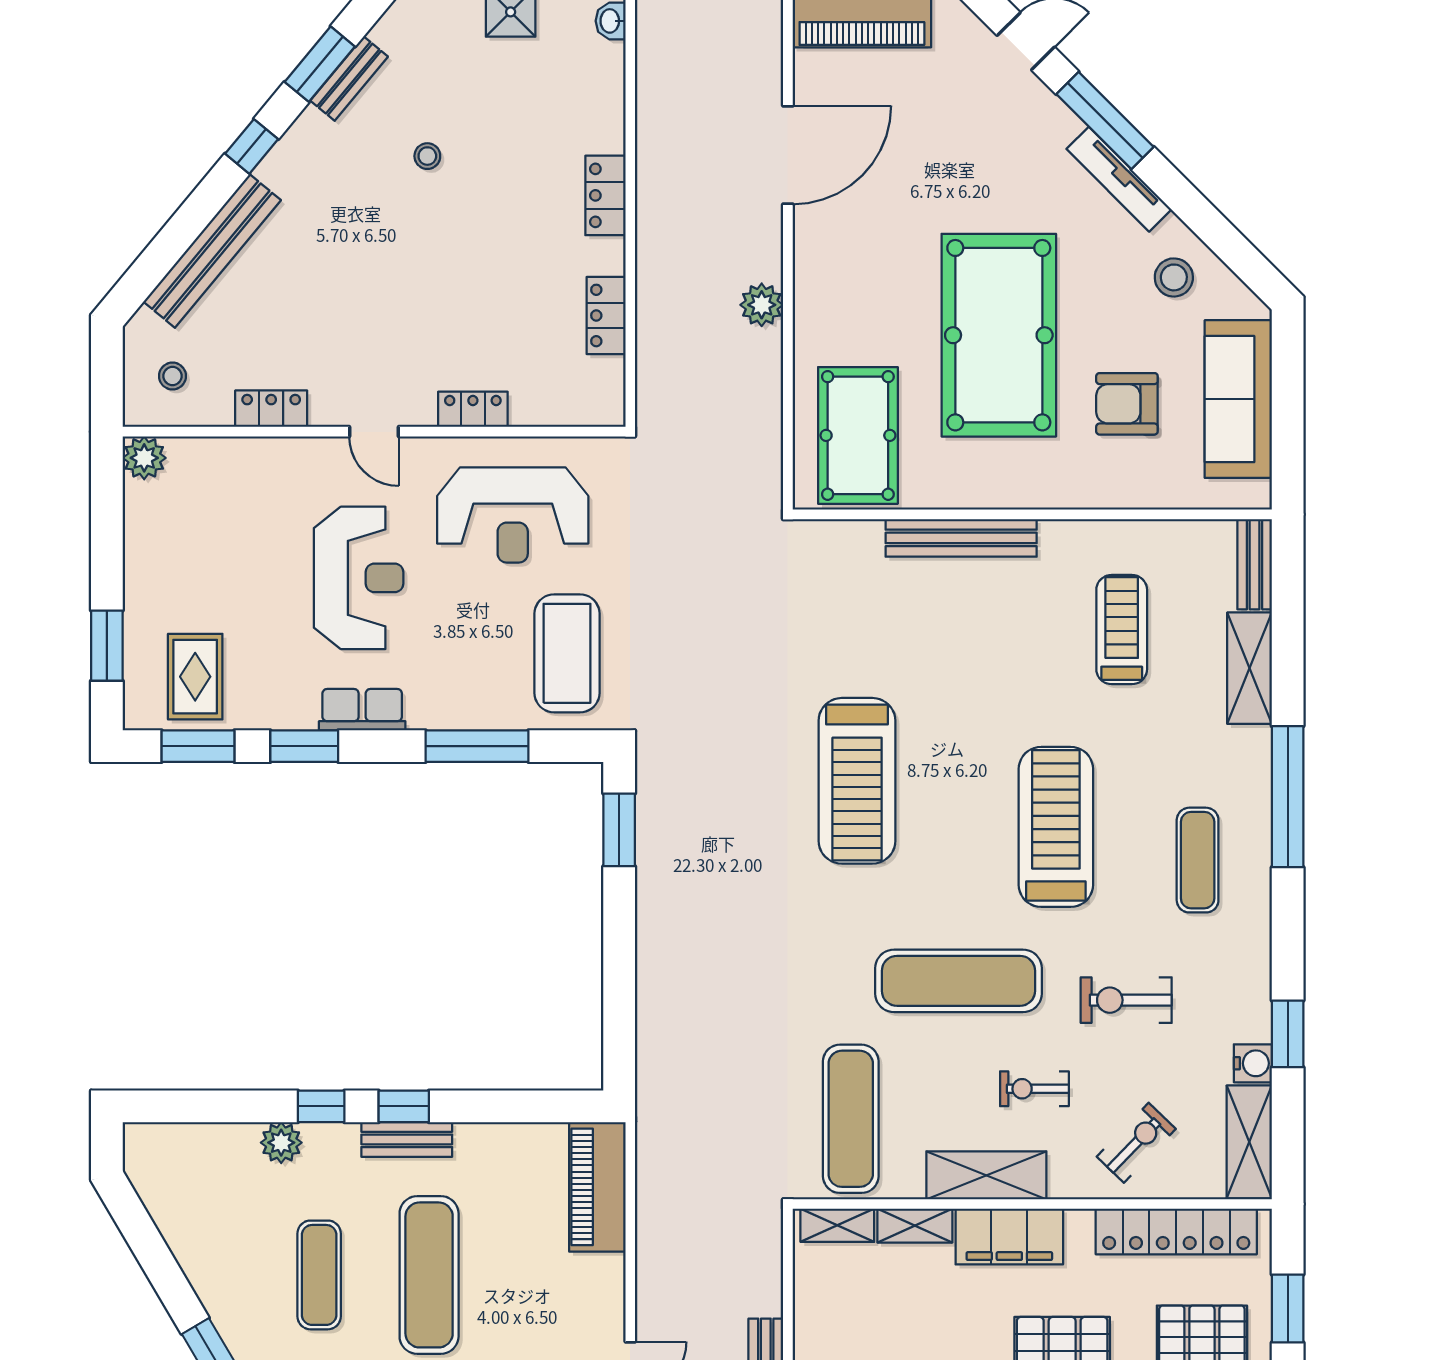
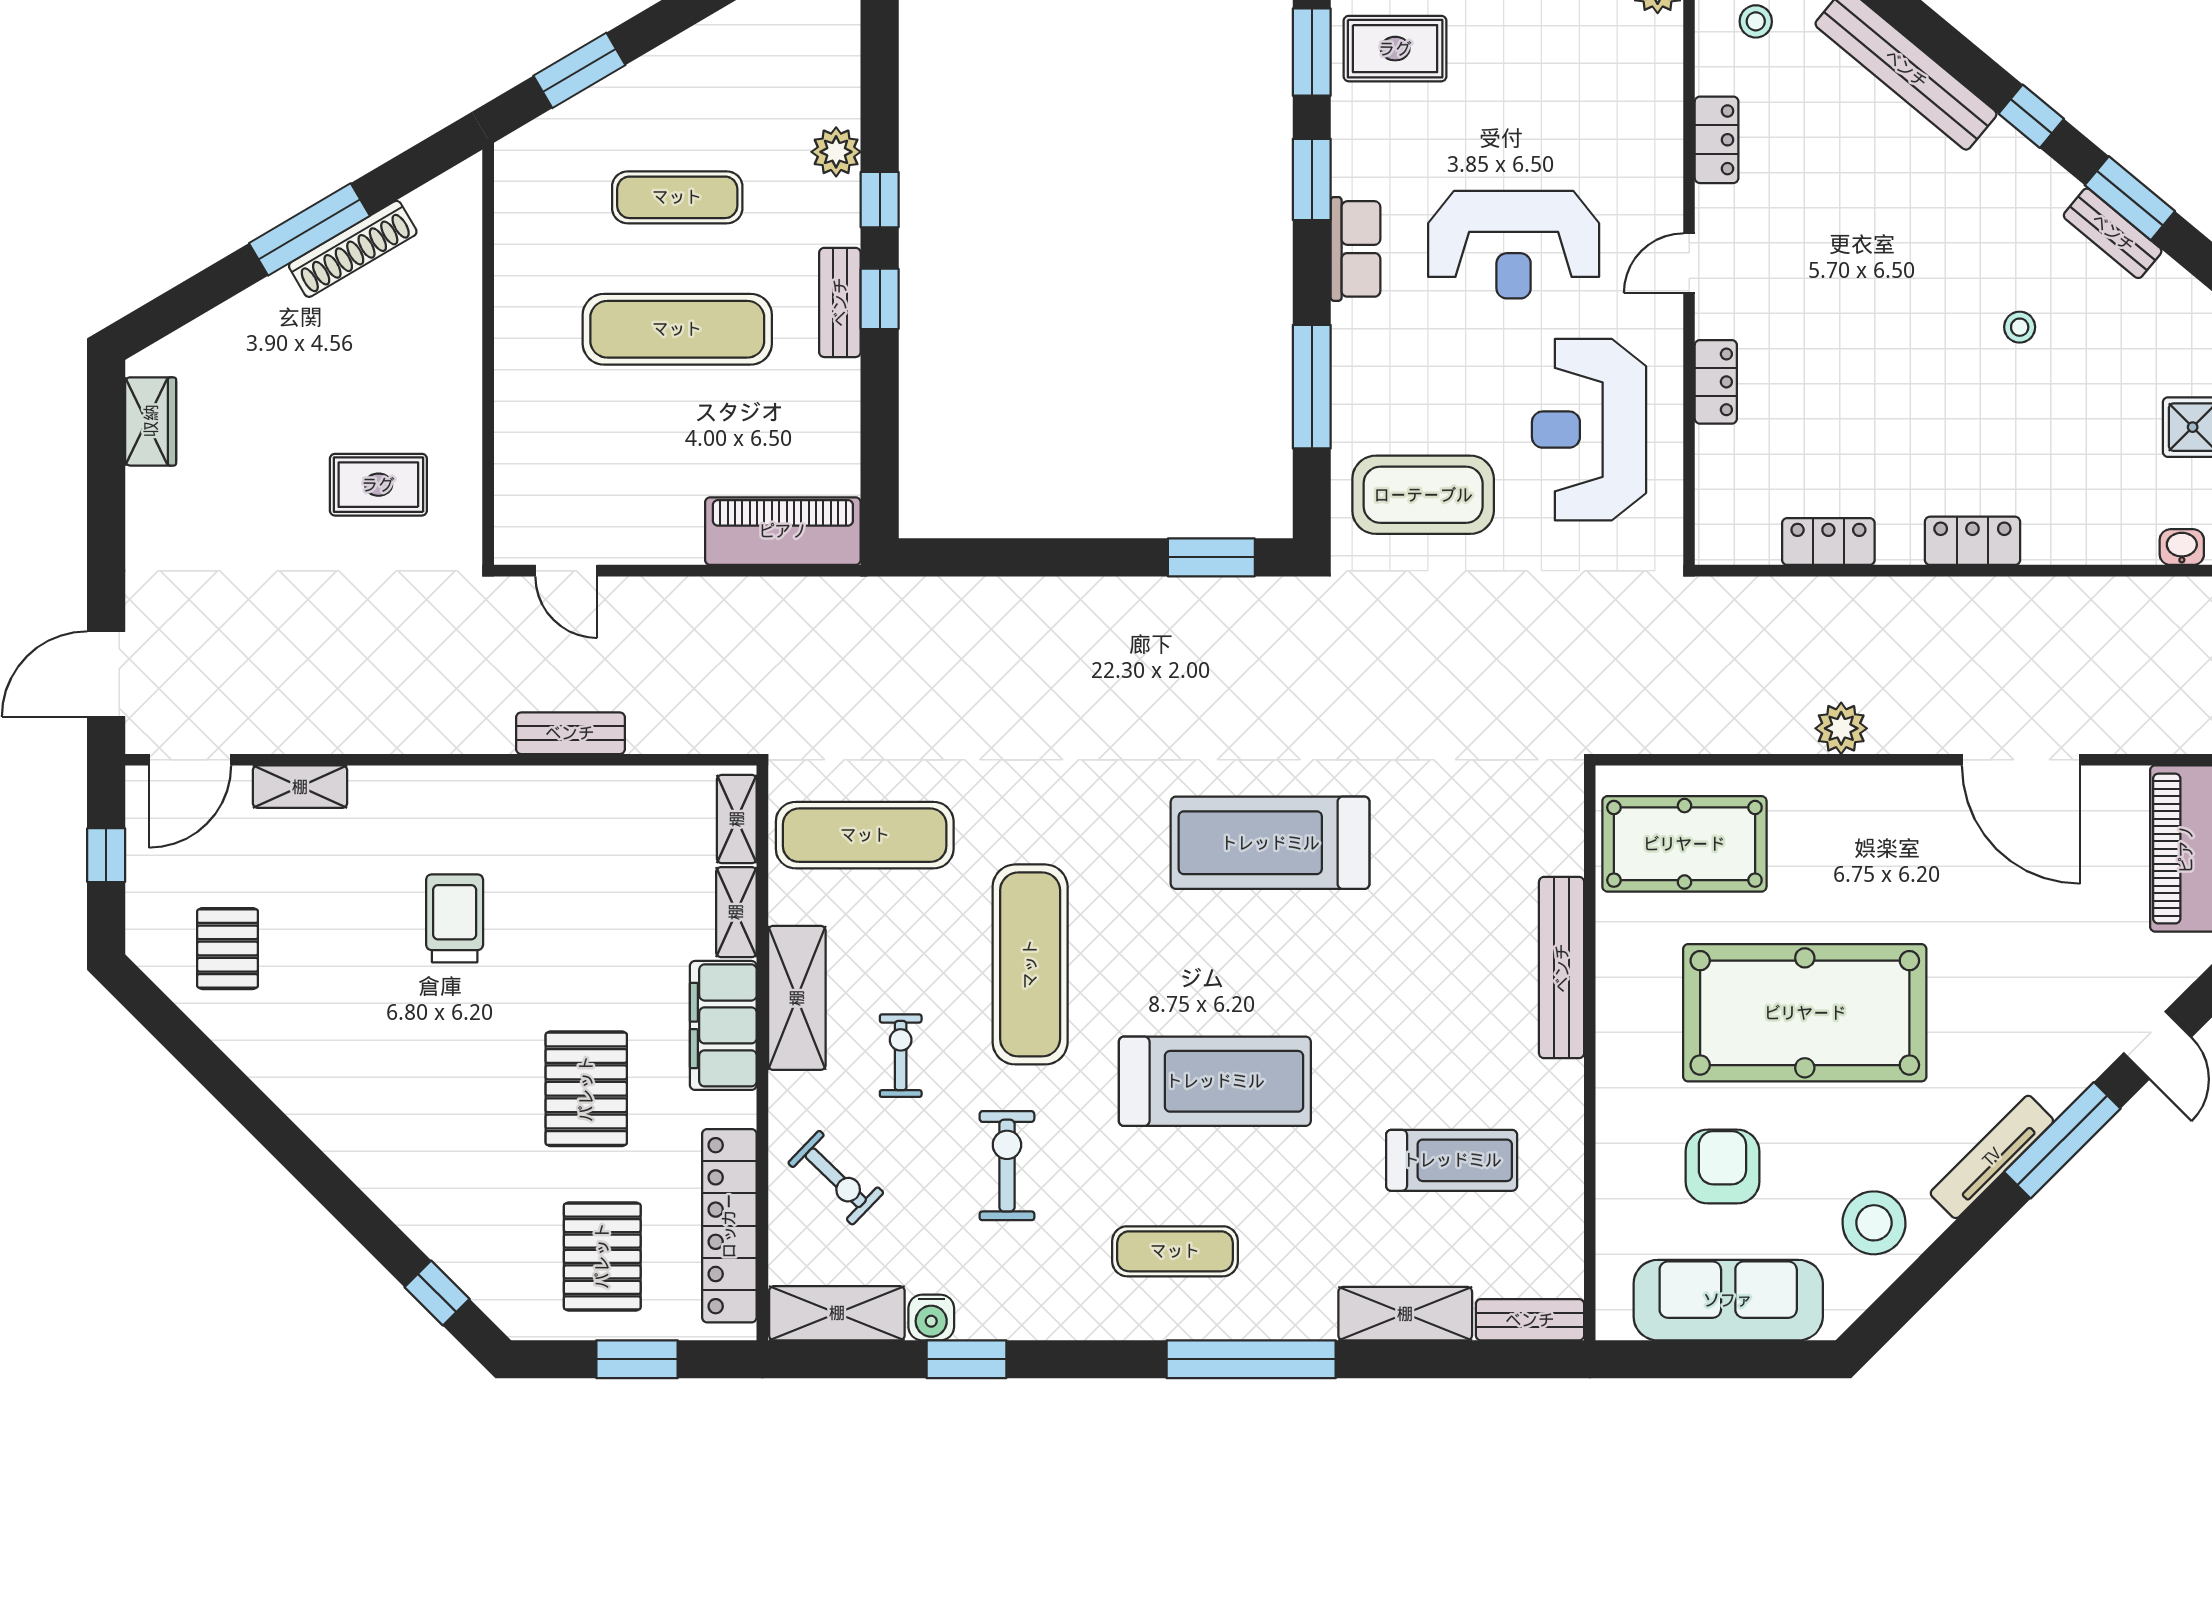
stool: (1174, 277) -> (1874, 1223), width x1.38, depth x1.38

